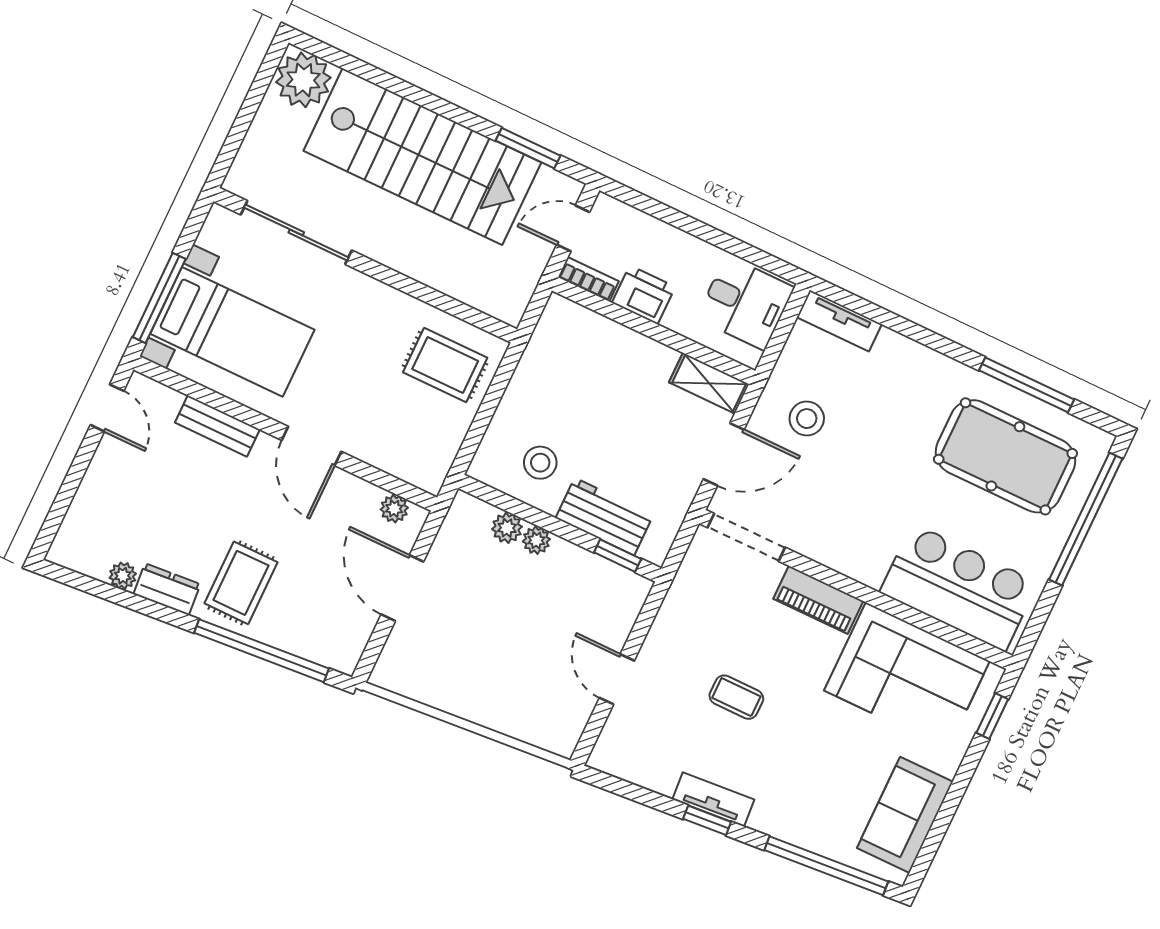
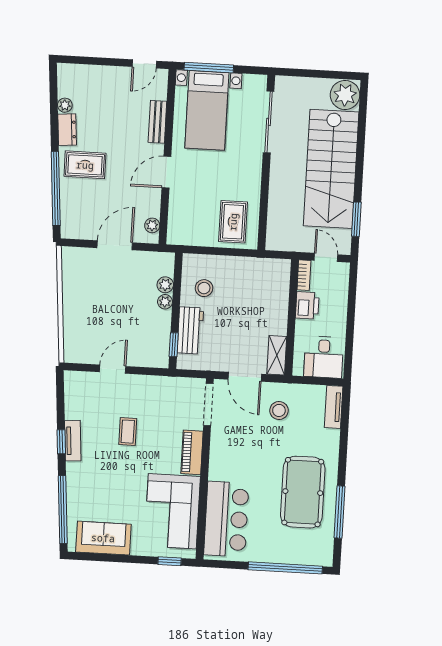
pool table: (1005, 456) -> (303, 492), moved

